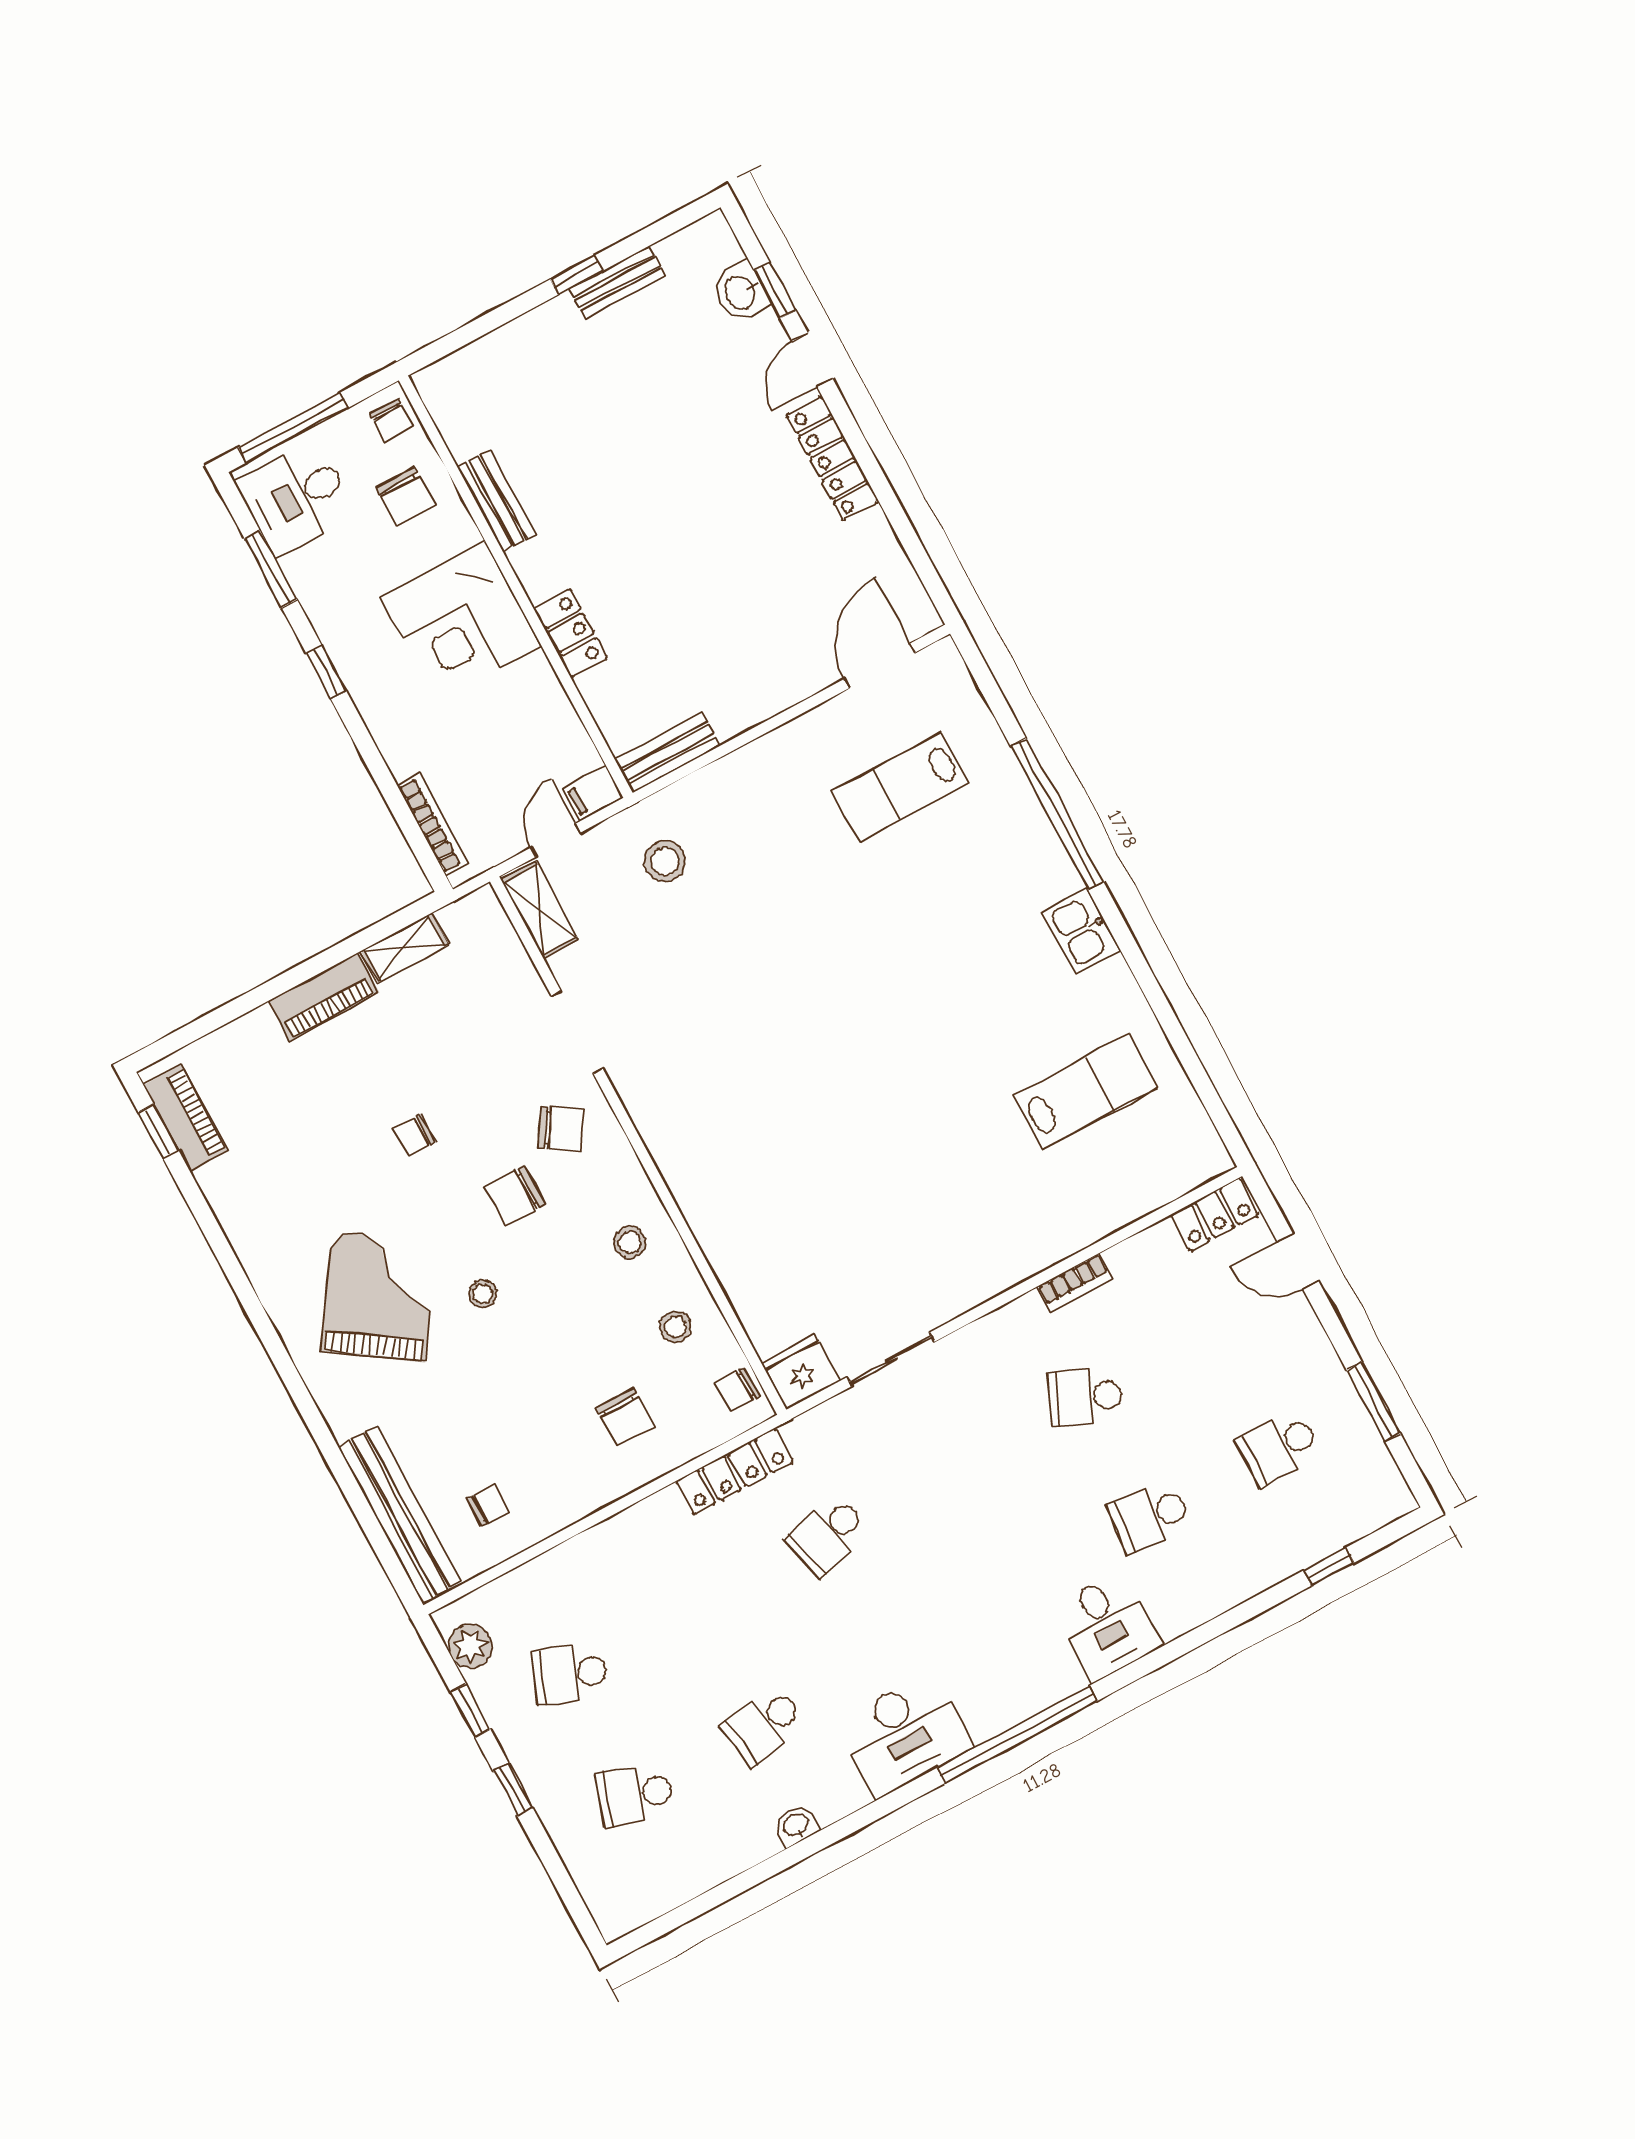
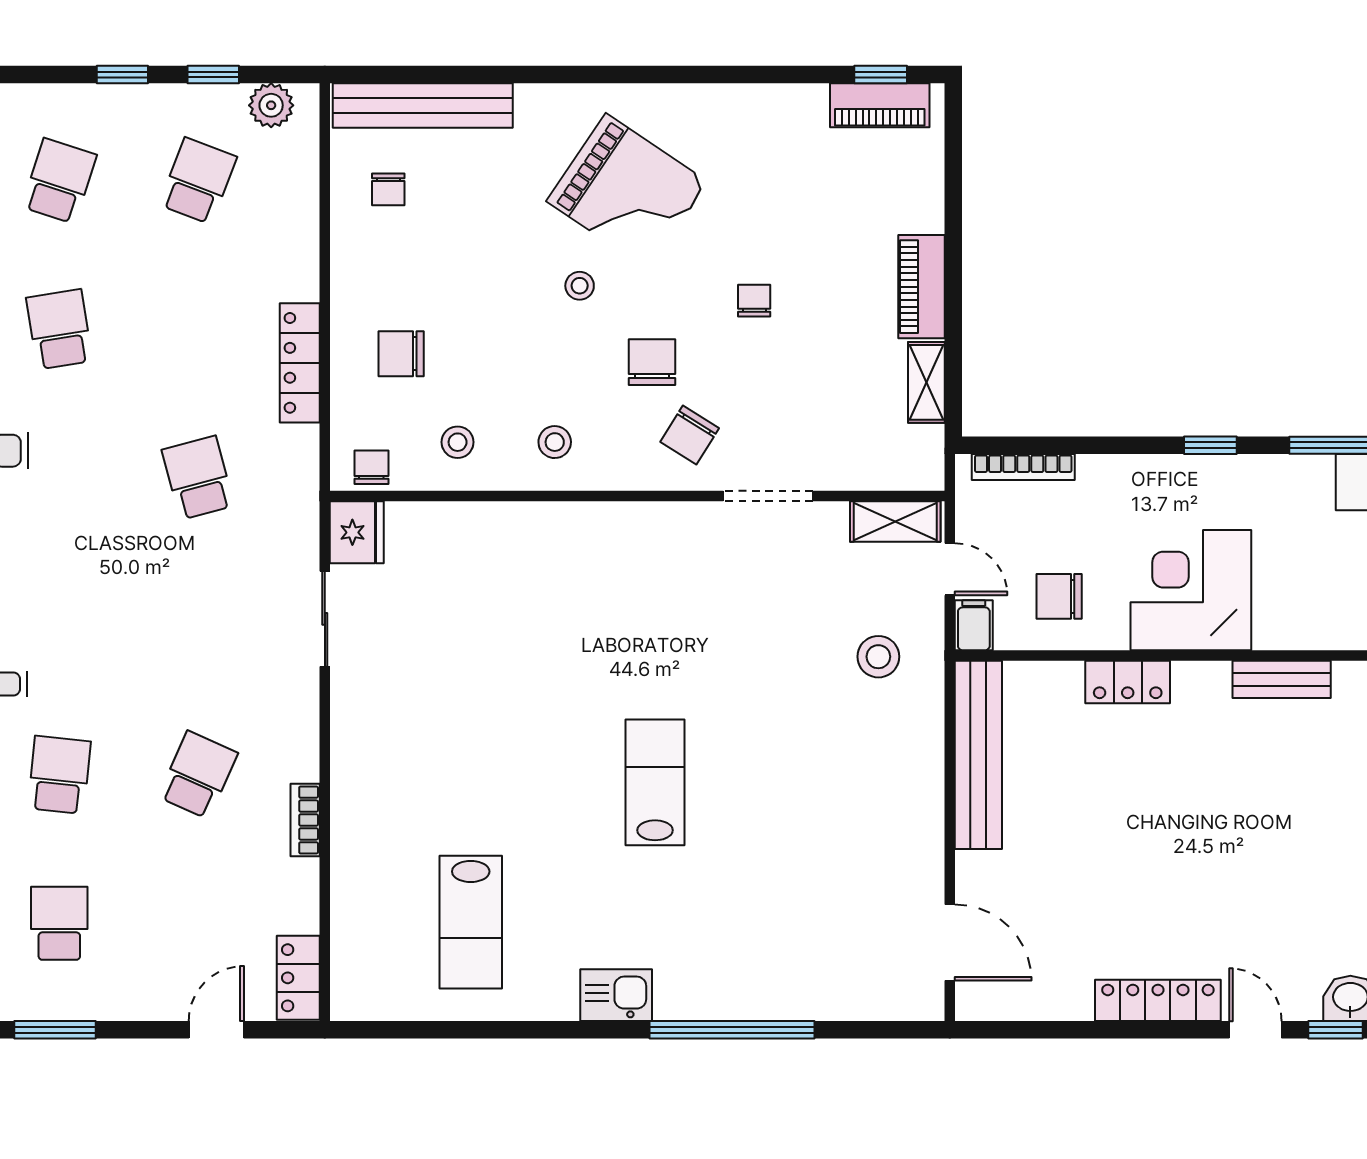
chair: (406, 496) -> (1059, 596), moved
bench: (667, 753) -> (978, 755), width x1.86, depth x1.21
lab bench: (900, 787) -> (655, 782), moved
locker: (735, 1471) -> (300, 363), moved

